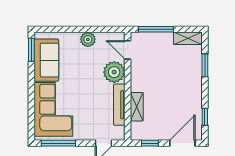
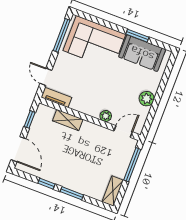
window: (31, 50) -> (137, 36), moved
window: (205, 65) -> (72, 193), moved
plant: (114, 72) -> (106, 116), width x0.53, depth x0.53
tv unit: (119, 105) -> (56, 97), moved, width x0.71
window: (205, 117) -> (46, 184), moved

